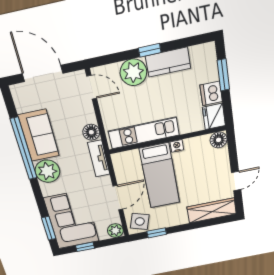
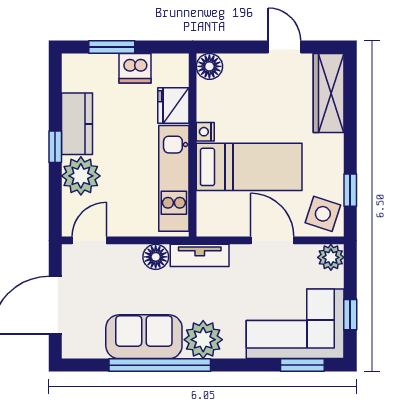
fridge: (214, 116) -> (173, 106), moved, turned 90

